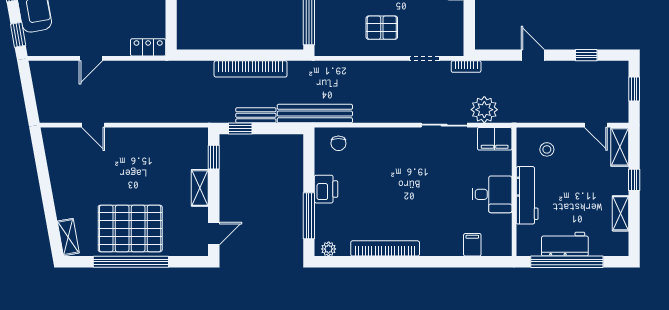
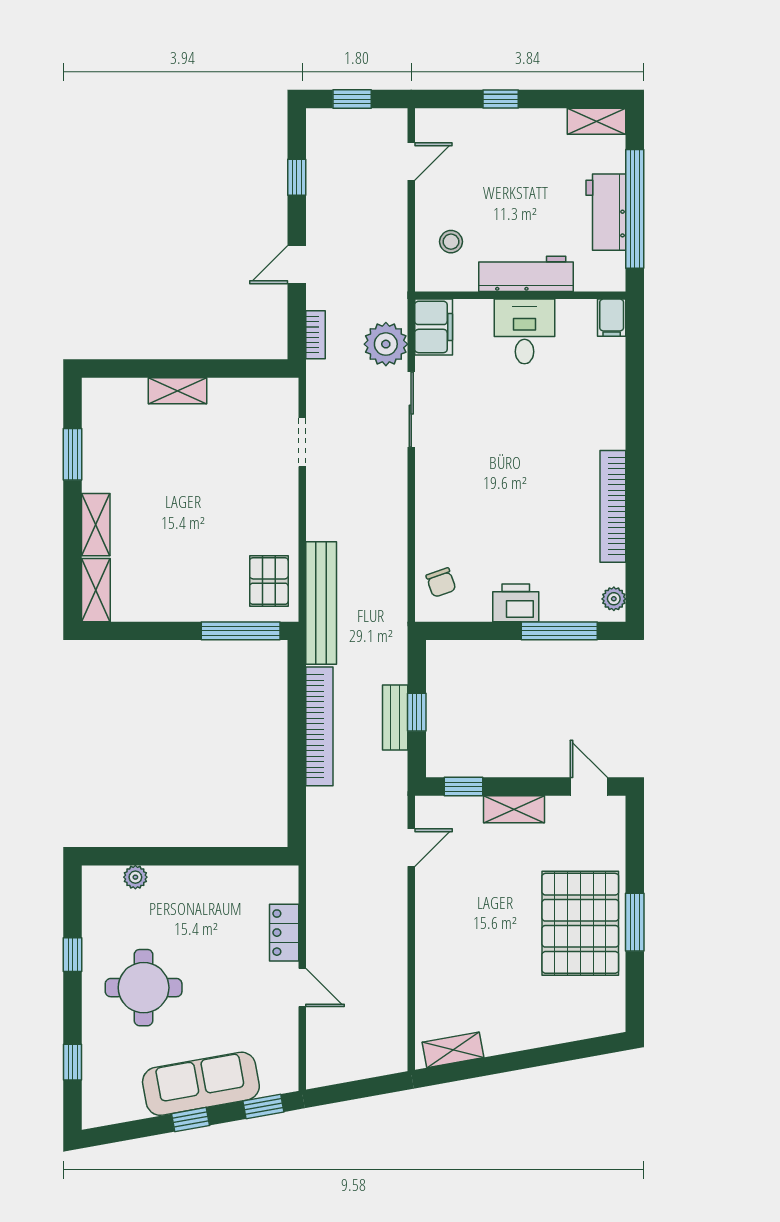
pallet: (382, 28) -> (269, 581), moved
locker: (148, 47) -> (284, 933), moved
bookcase: (466, 67) -> (315, 335), moved
bench: (315, 114) -> (321, 603), moved
door: (93, 125) -> (411, 848), moved
window: (240, 128) -> (417, 712), moved
chair: (338, 143) -> (441, 582), turned 71
shelving: (620, 147) -> (447, 122), removed
shelving: (620, 213) -> (597, 121), moved
shelving: (68, 237) -> (453, 1050), moved
filing cabinet: (472, 245) -> (612, 318), moved, turned -90
window: (131, 262) -> (635, 922), width x0.47

